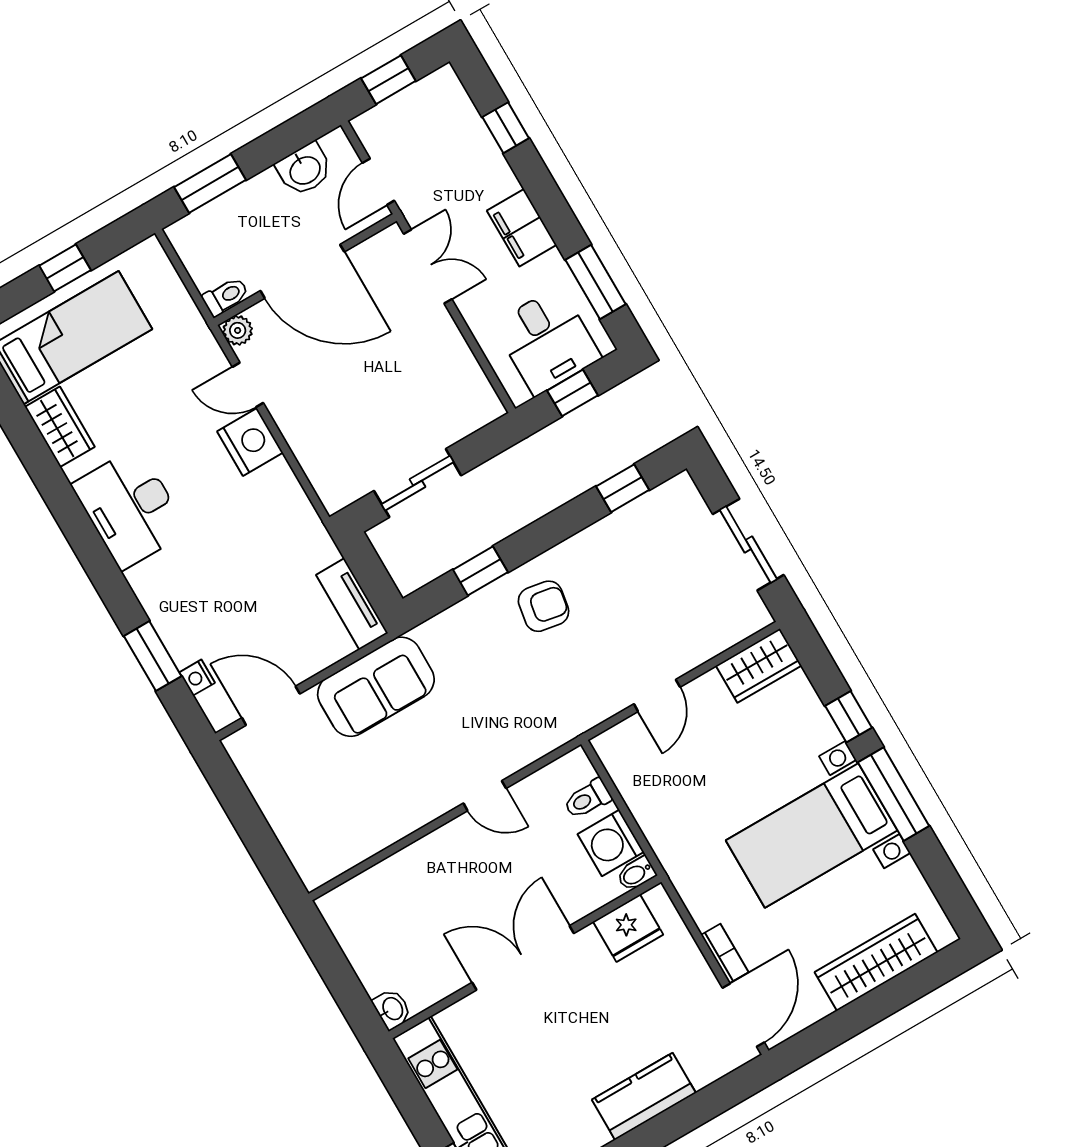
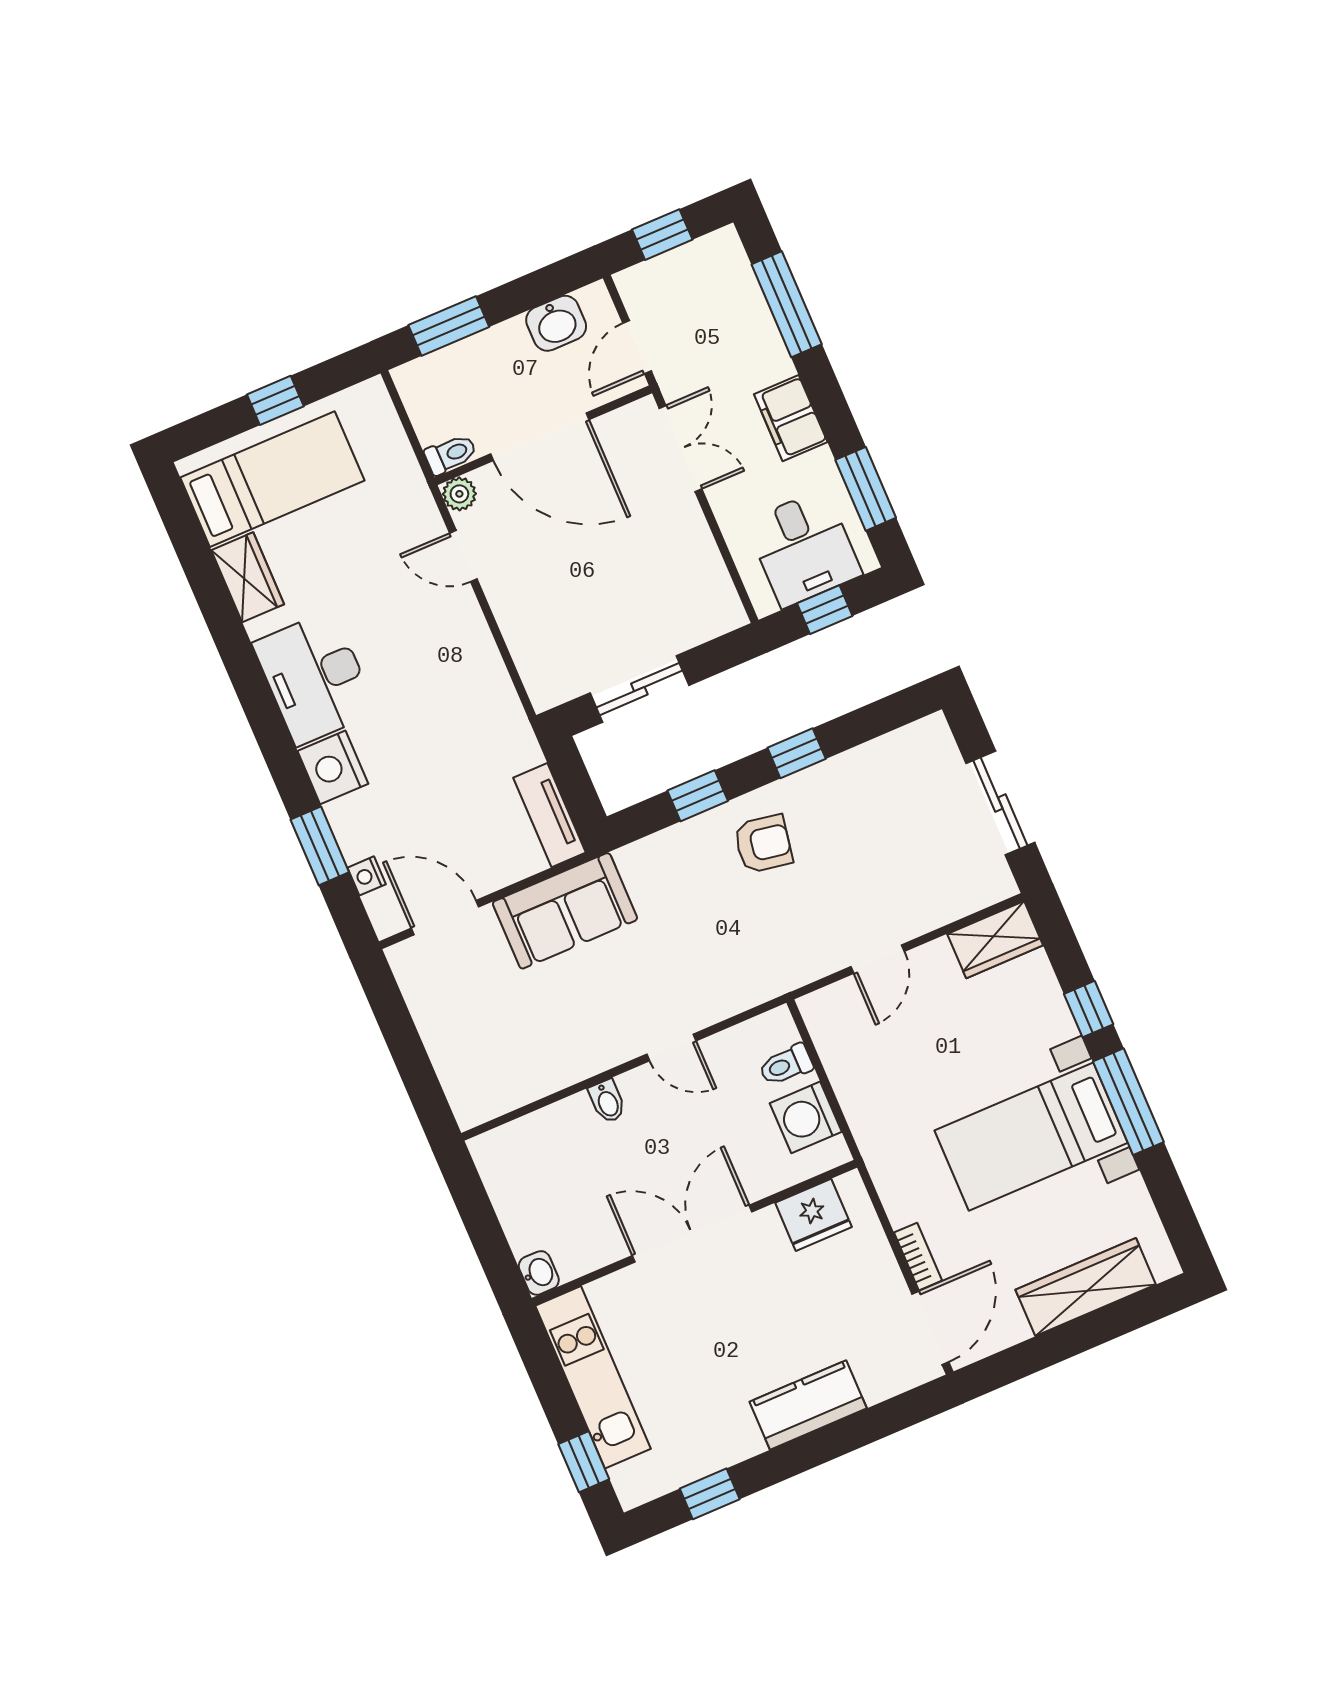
window: (506, 128) -> (787, 304), width x2.17
nightstand: (250, 442) -> (333, 767), moved, turned 180
window: (623, 488) -> (797, 753), moved
bidet: (636, 874) -> (607, 1101), moved, turned -90

